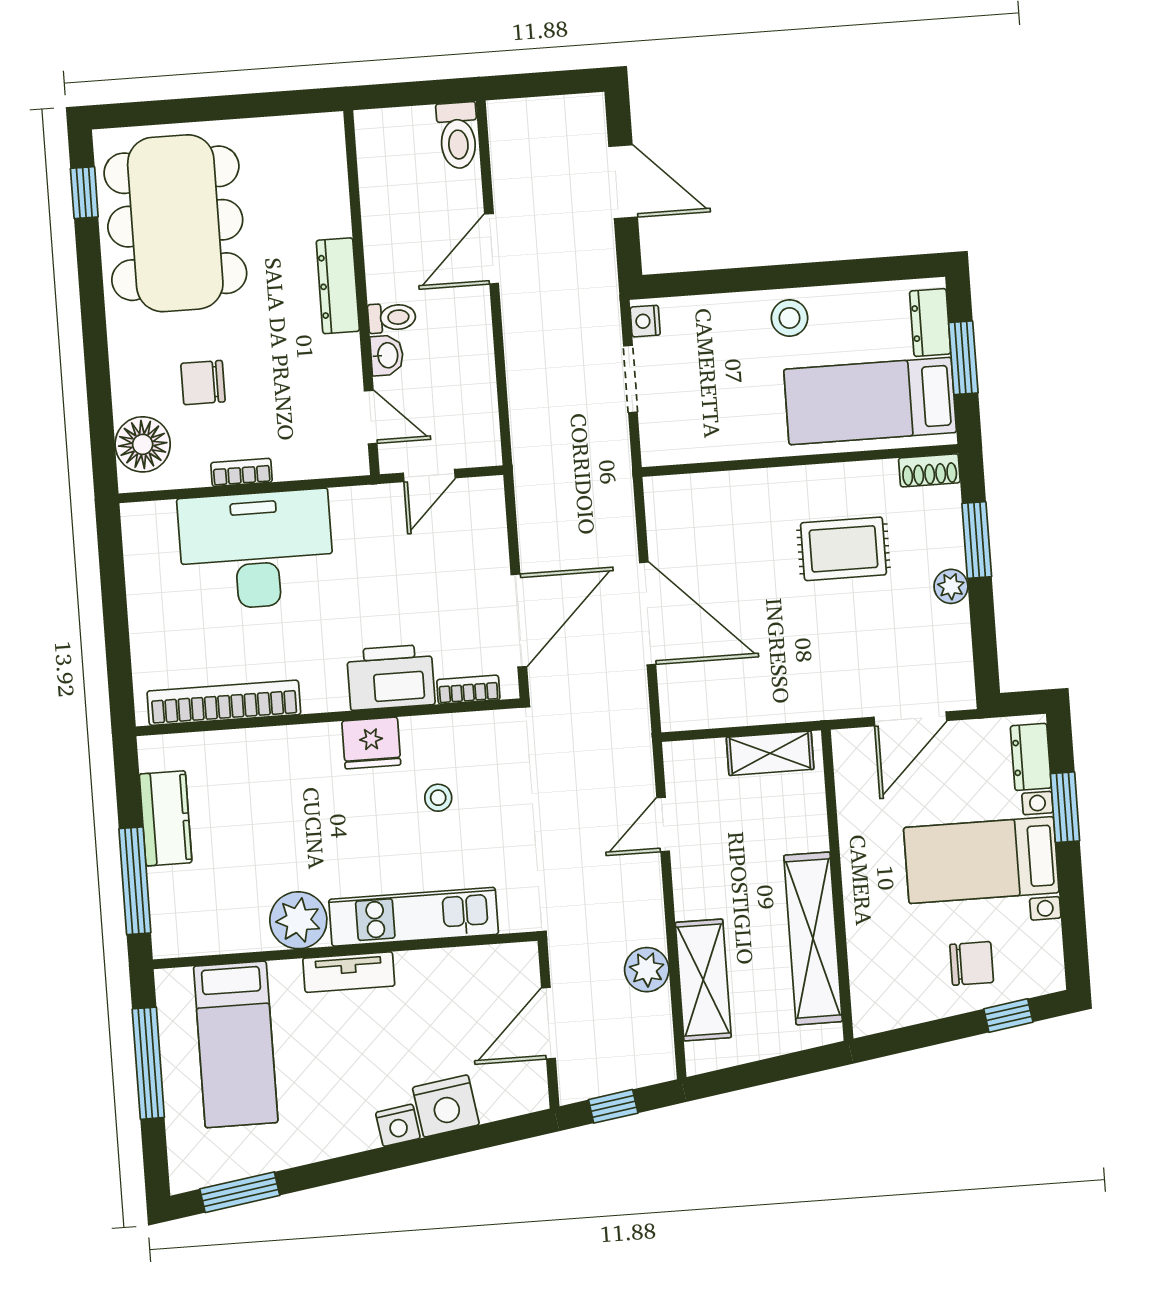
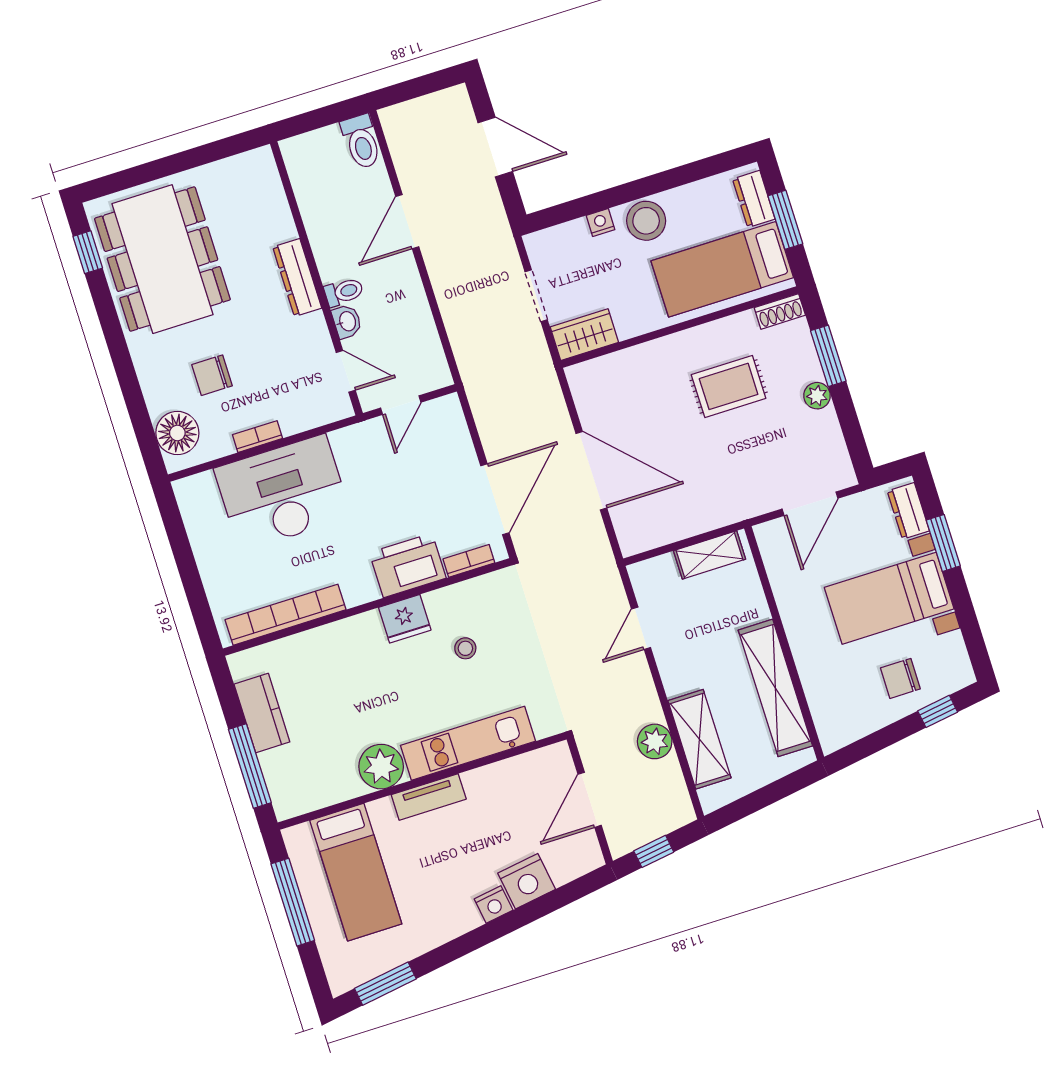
stool: (789, 318) -> (646, 221), width x1.38, depth x1.38
nightstand: (645, 321) -> (601, 222), moved, turned 90
wardrobe: (679, 442) -> (584, 335), added
chair: (972, 963) -> (900, 678), turned 180

